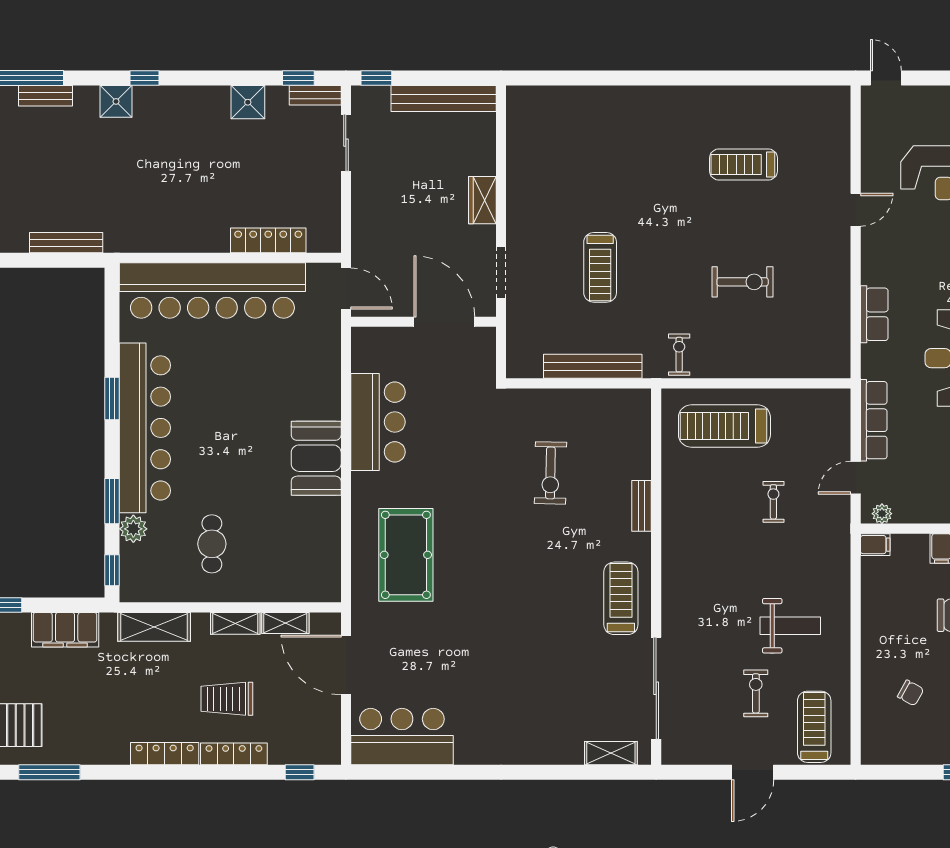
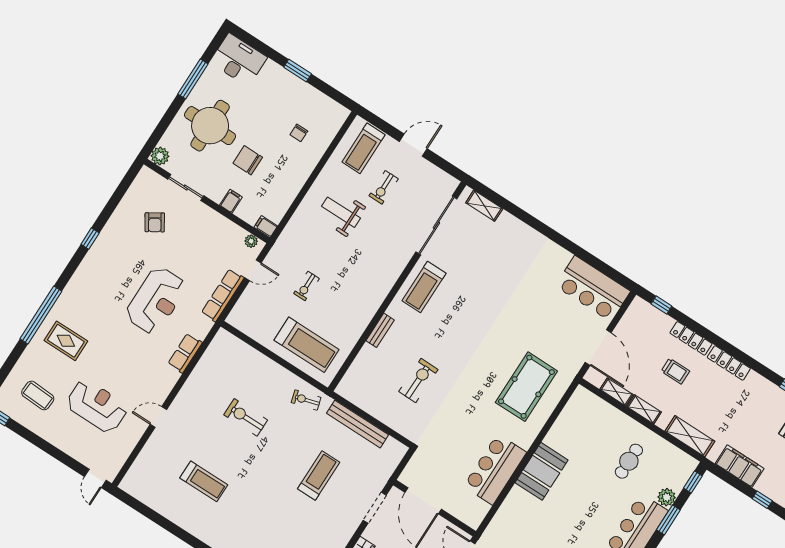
exercise bike: (679, 355) -> (306, 400), turned 74
chair: (911, 693) -> (299, 133), turned -119
trolley: (227, 699) -> (675, 371), width x0.73, depth x0.72

